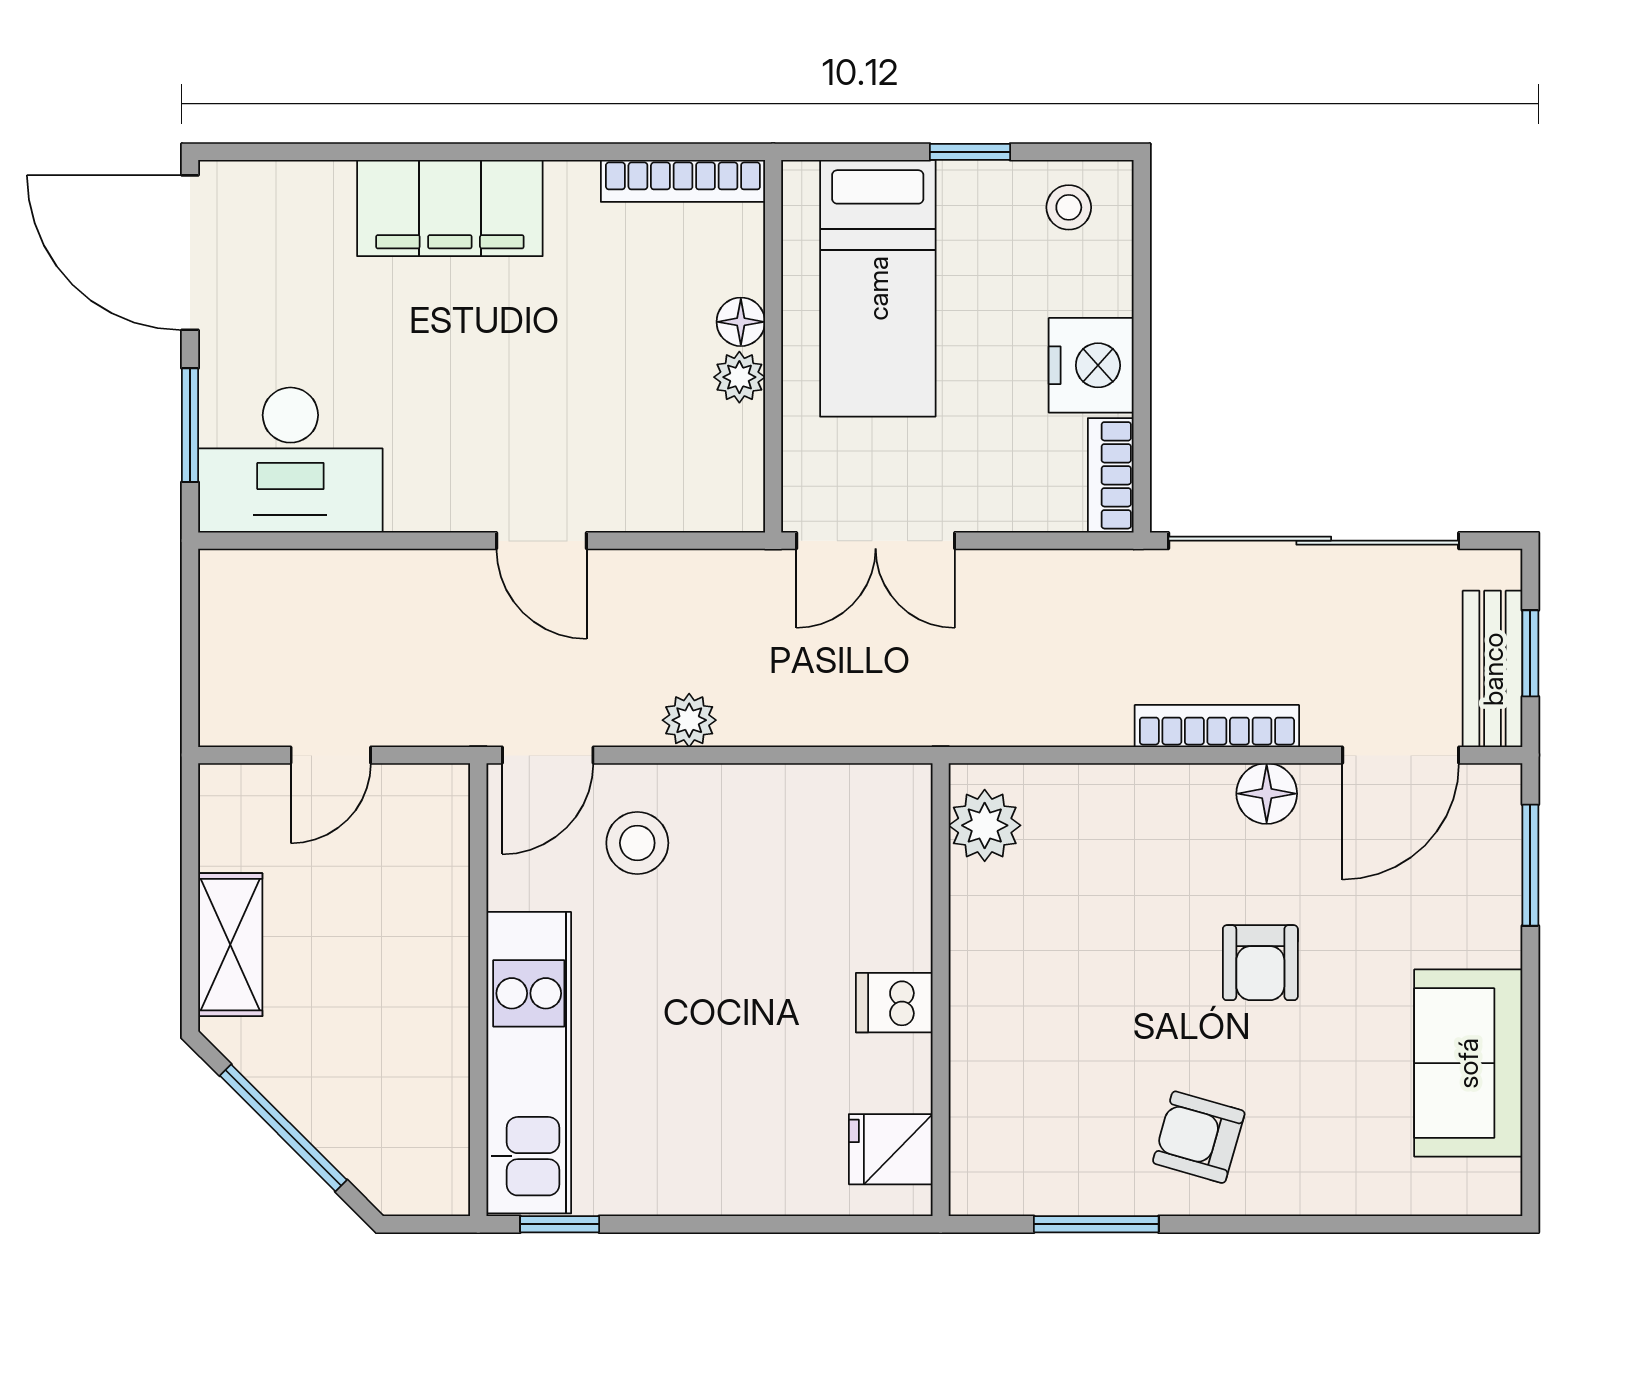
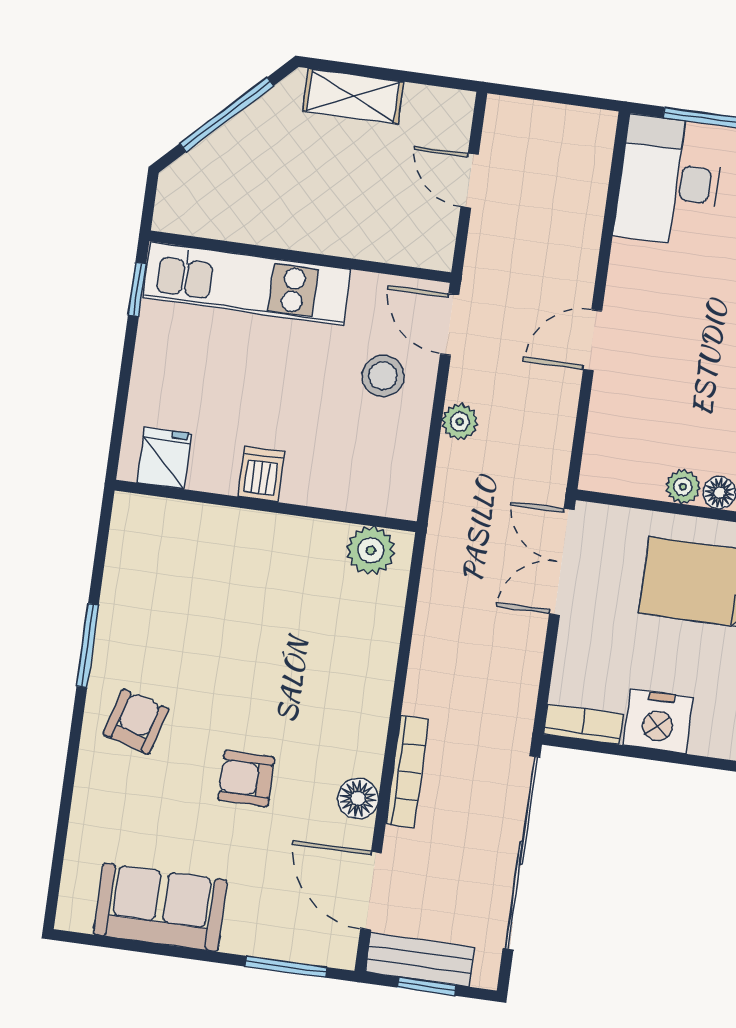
plant: (985, 825) -> (371, 550), moved
wall: (941, 990) -> (266, 506), moved
dishwasher: (894, 1003) -> (261, 474), moved
fridge: (891, 1149) -> (164, 458), moved

